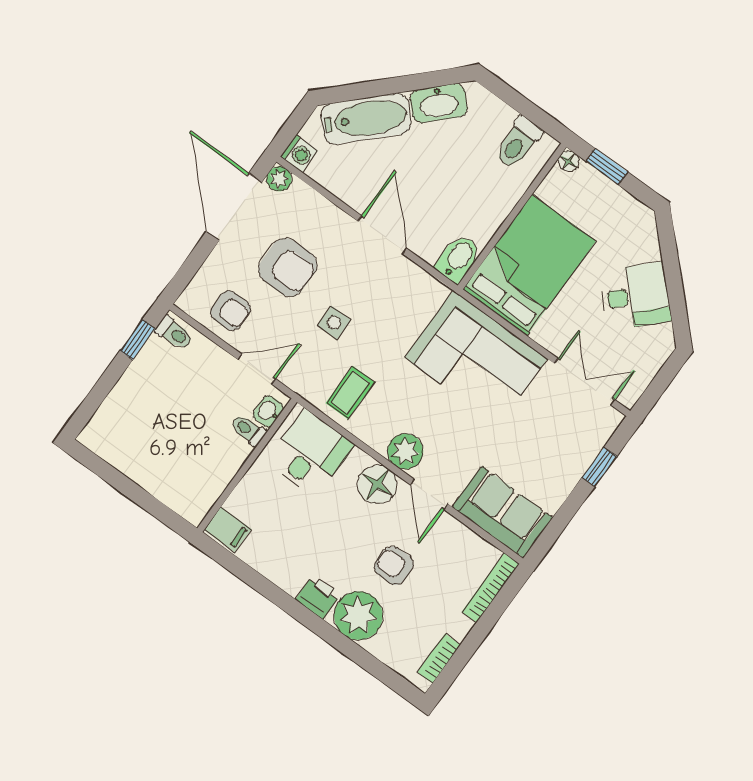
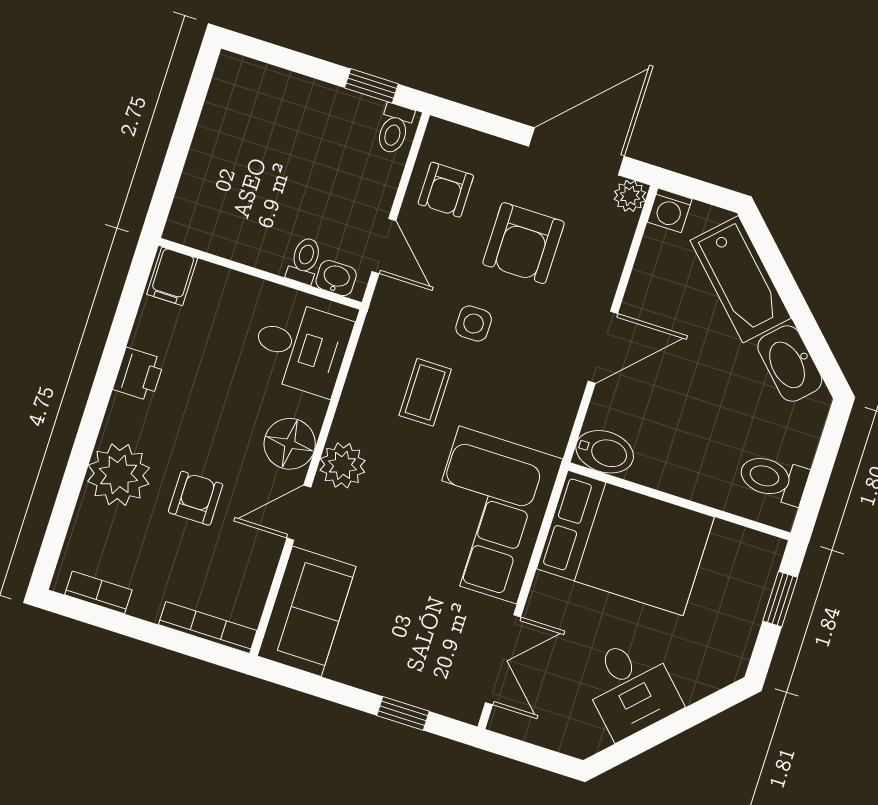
floor lamp: (569, 161) -> (771, 549), removed
coffee table: (350, 393) -> (425, 392), moved, turned 90
printer: (318, 597) -> (139, 374), moved

